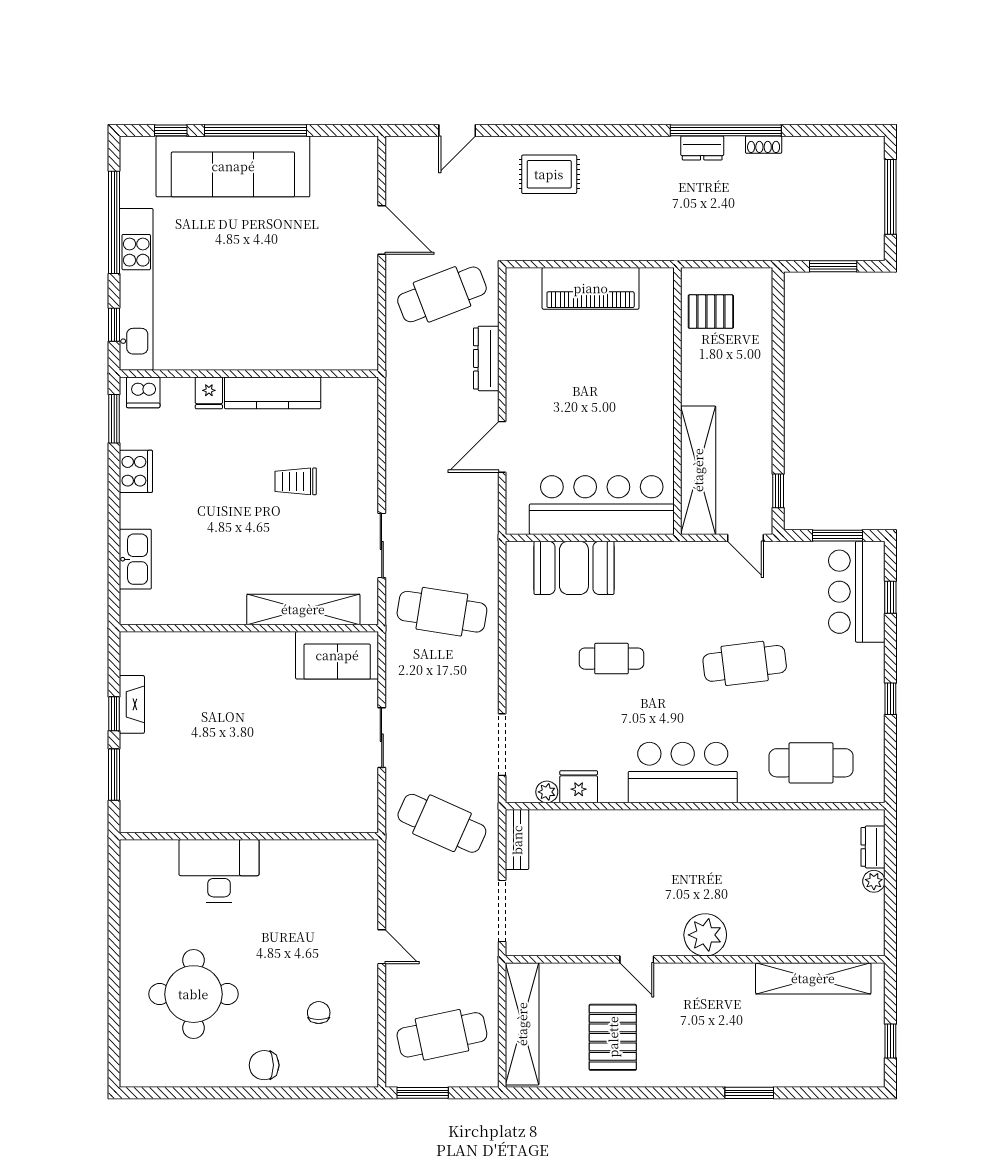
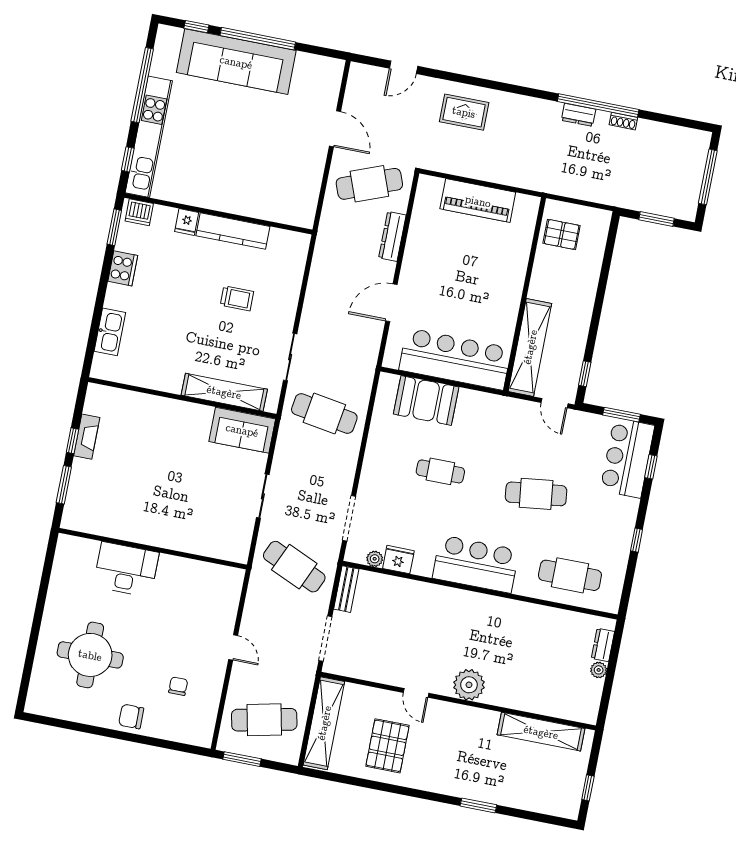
trolley: (296, 481) -> (237, 298), turned 180

